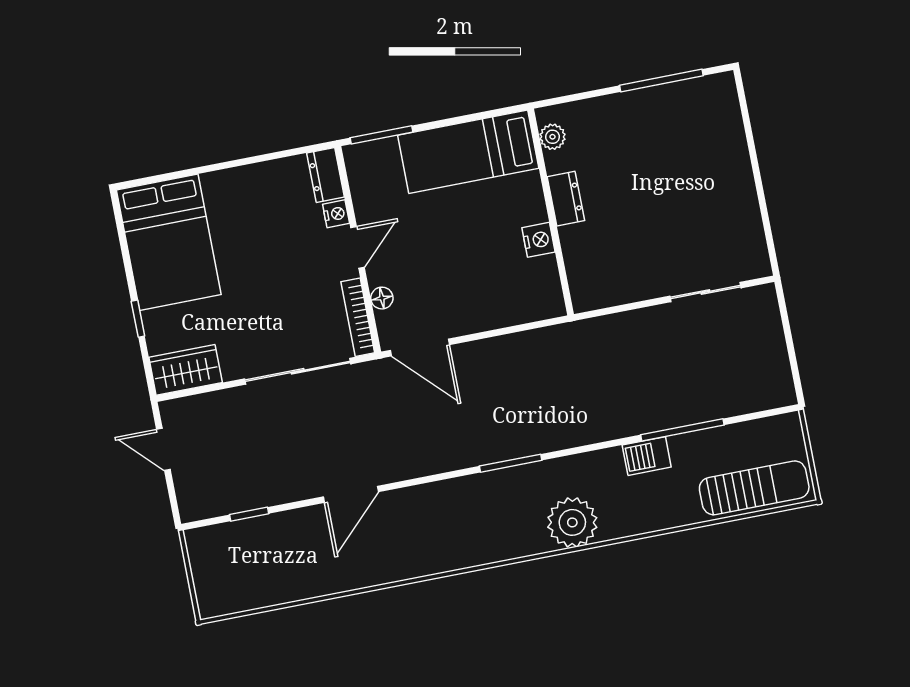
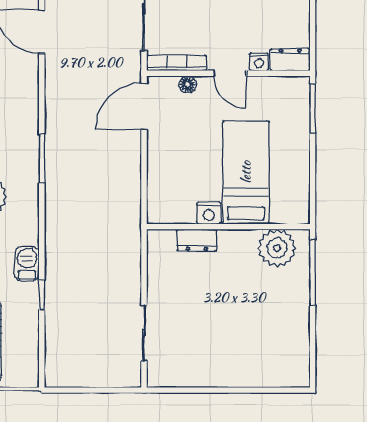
window: (661, 81) -> (313, 273), moved
plant: (553, 137) -> (277, 248), width x1.87, depth x1.87
bed: (468, 152) -> (246, 172), moved
dresser: (566, 199) -> (197, 240), moved
window: (682, 430) -> (42, 295), width x0.46

